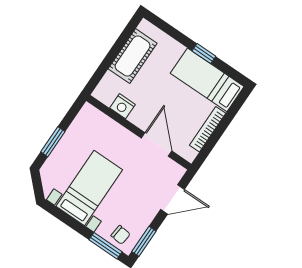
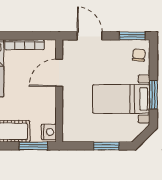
window: (102, 70) -> (33, 146), added
nightstand: (122, 106) -> (49, 132), moved
window: (106, 246) -> (153, 95), moved

